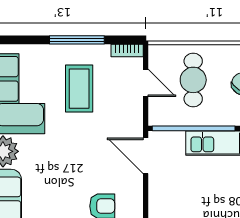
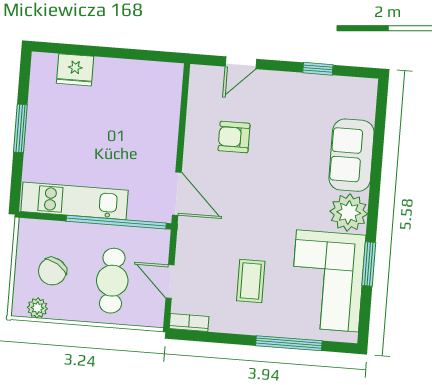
window: (77, 40) -> (289, 343), moved
coffee table: (79, 89) -> (251, 281), width x0.73, depth x0.77

